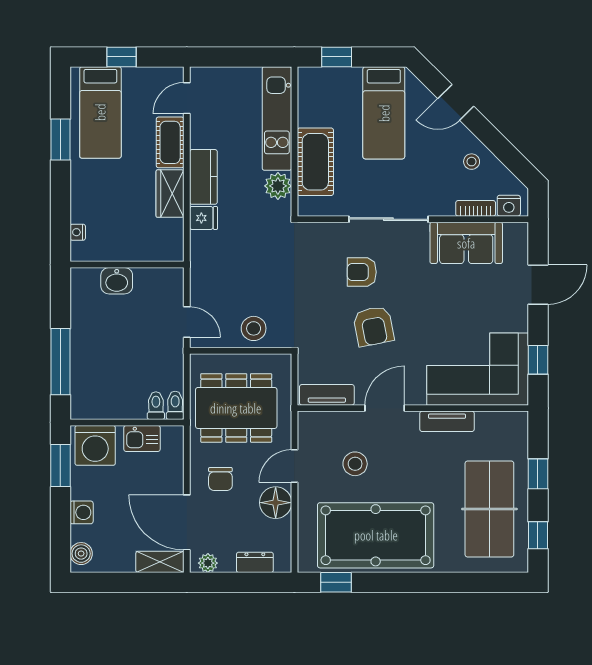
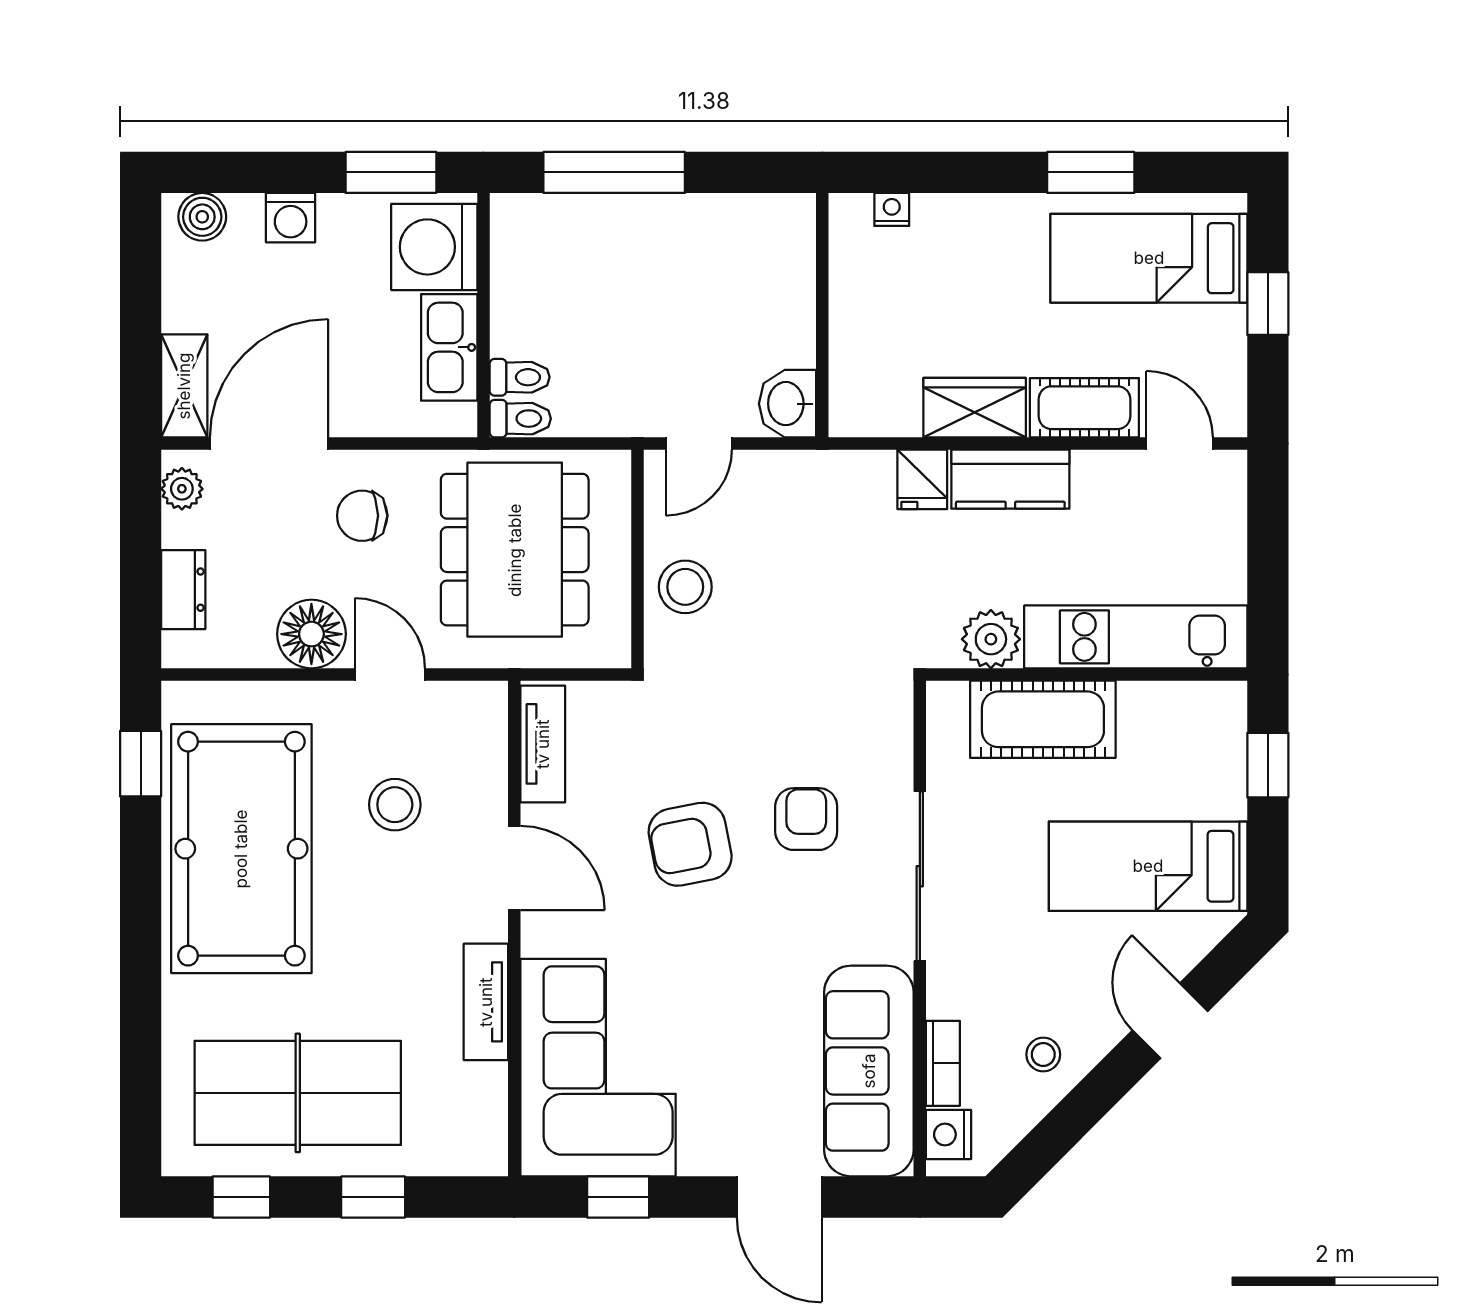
sofa: (466, 243) -> (869, 1071), width x1.36
washbasin: (117, 281) -> (788, 404), moved
kitchen sink: (142, 438) -> (449, 347), width x1.38

